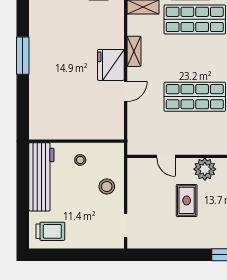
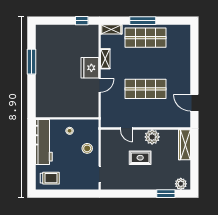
rug: (187, 200) -> (140, 158), turned 90

